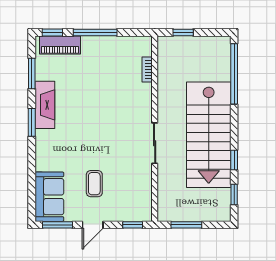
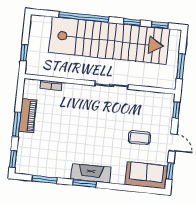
window: (95, 32) -> (17, 124), width x0.69
piano: (60, 45) -> (28, 116), moved
window: (234, 74) -> (84, 17), moved
fireplace: (45, 105) -> (91, 173), moved
stairs: (209, 135) -> (109, 41), width x1.36
window: (57, 225) -> (170, 171), width x0.67

